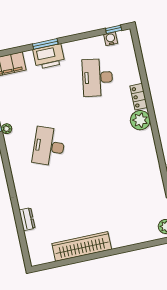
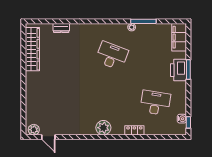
plant: (140, 120) -> (103, 128), moved
wardrobe: (82, 246) -> (32, 49), moved

